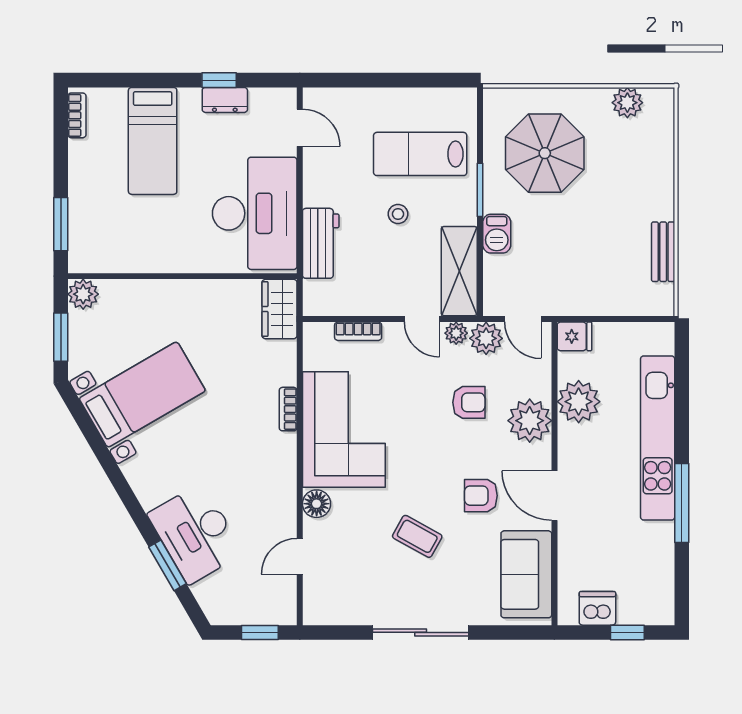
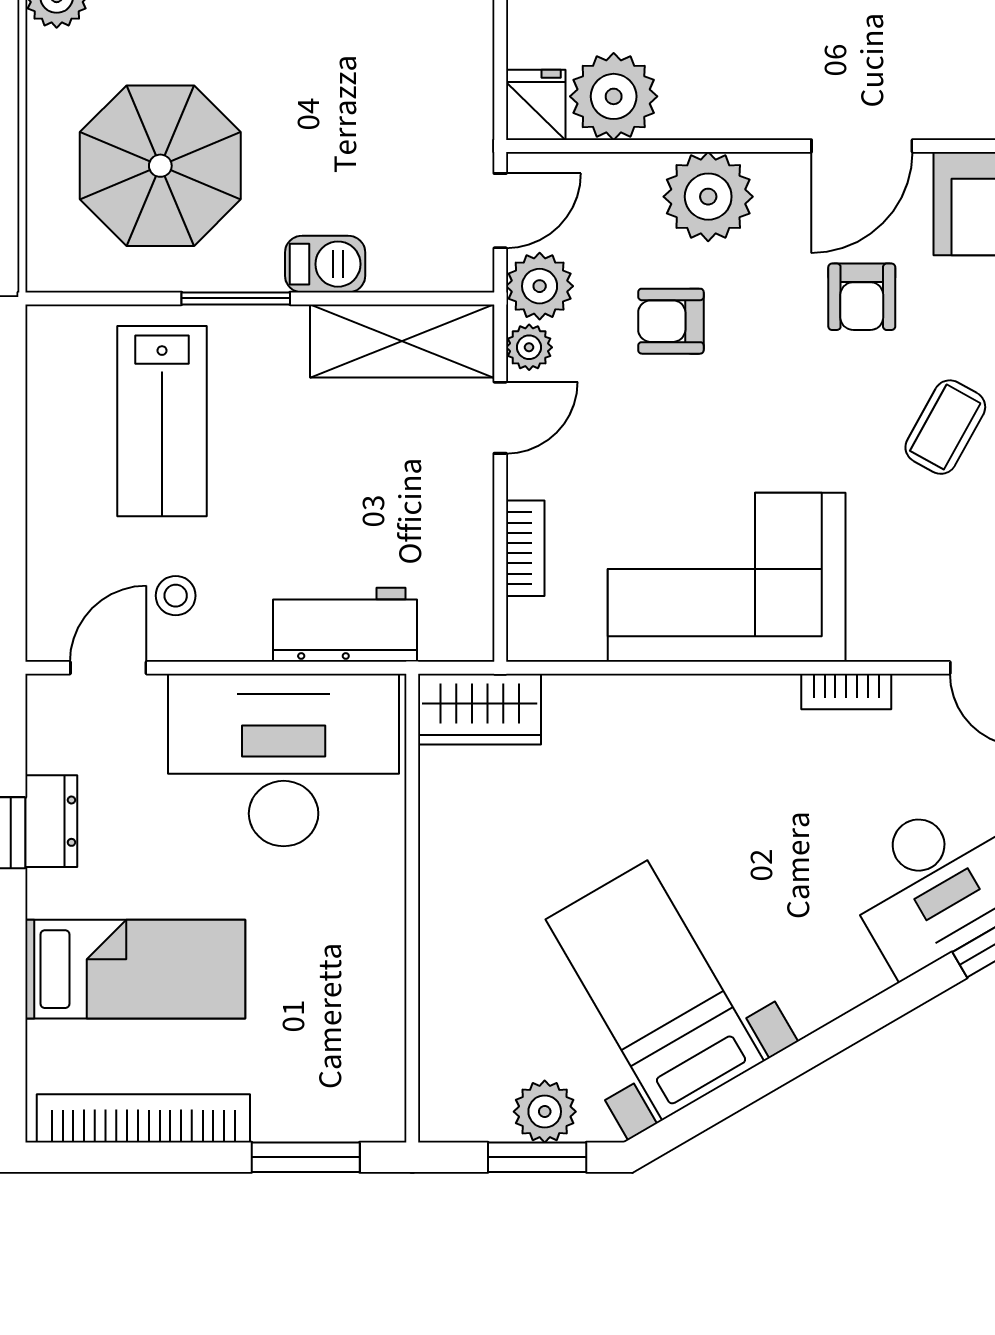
bookcase: (77, 115) -> (143, 1118), width x2.31, depth x1.31
stool: (398, 214) -> (176, 596), moved
plant: (83, 294) -> (545, 1112), moved
armchair: (469, 402) -> (671, 321), turned -90
plant: (579, 402) -> (614, 96), moved
bookcase: (288, 409) -> (846, 692), moved
floor lamp: (317, 504) -> (879, 633), removed

